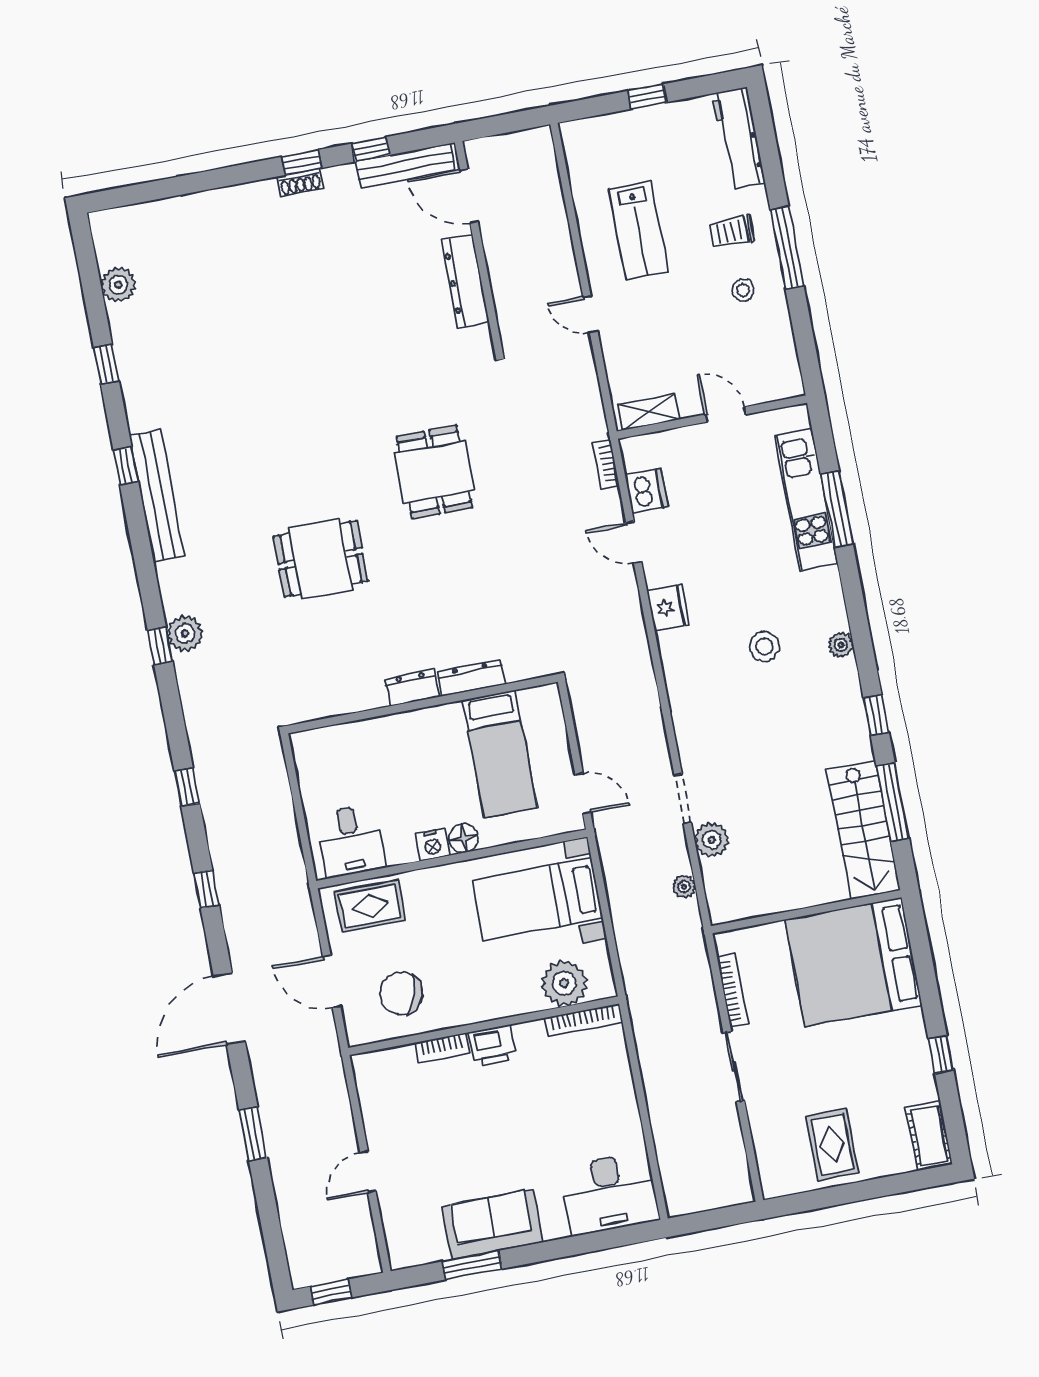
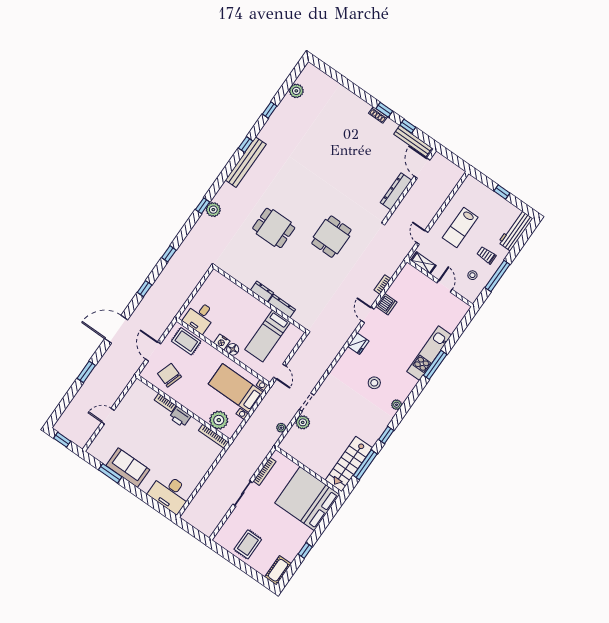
shelving: (648, 412) -> (423, 263), moved
door: (725, 414) -> (445, 286), moved
wall: (712, 417) -> (440, 283), moved

